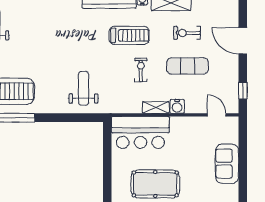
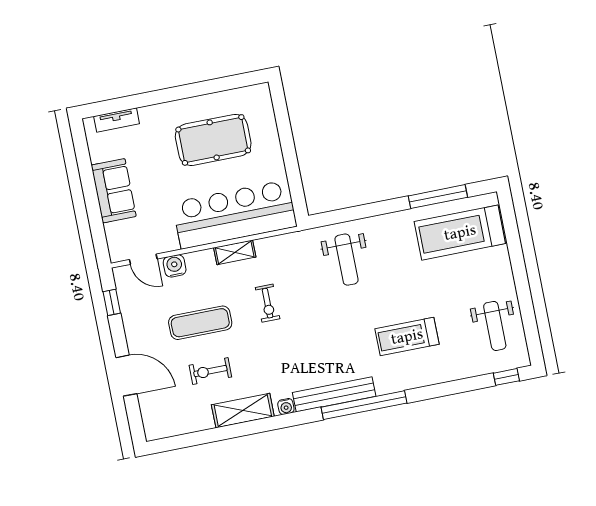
exercise bike: (187, 33) -> (210, 371), turned 180
treadmill: (129, 35) -> (407, 337), moved
water cooler: (177, 106) -> (175, 266), moved
bar counter: (140, 132) -> (235, 214), width x1.36

